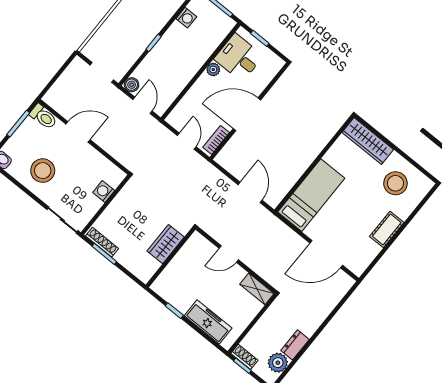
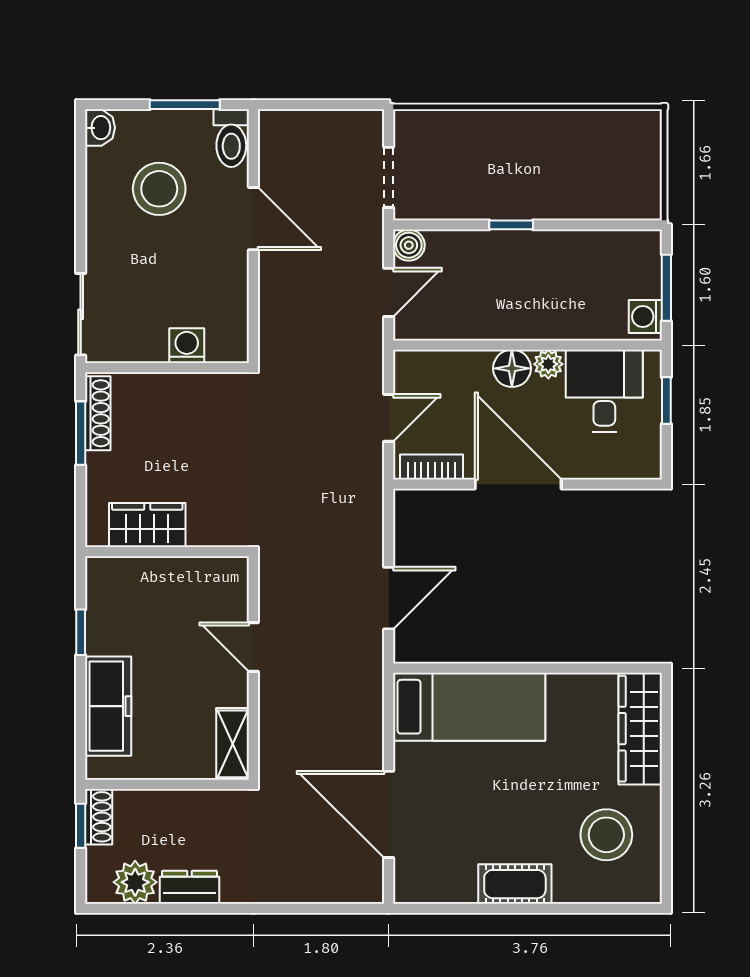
washing machine: (186, 18) -> (645, 317), moved, turned 90
floor lamp: (204, 84) -> (512, 368), added
stool: (43, 171) -> (159, 189), moved
wardrobe: (166, 244) -> (147, 525), moved

